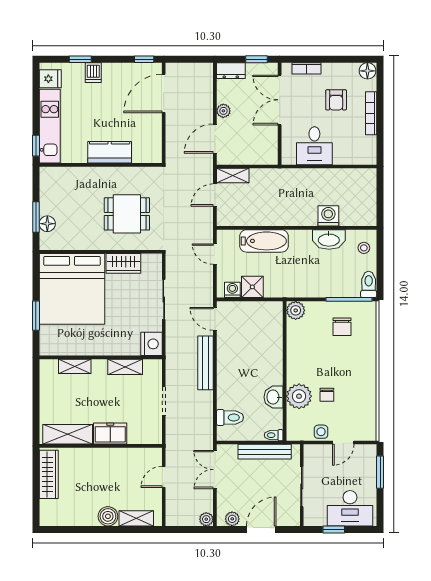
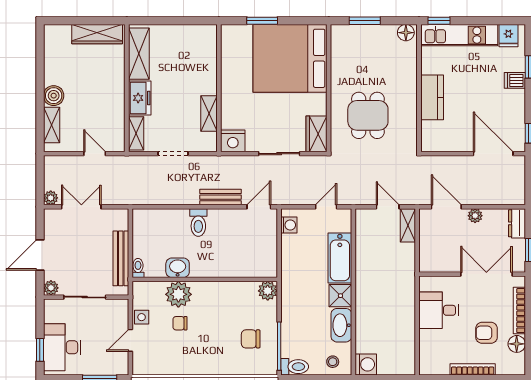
bookcase: (307, 68) -> (519, 311), width x1.56
floor lamp: (367, 71) -> (517, 344), moved
washing machine: (328, 216) -> (366, 364), moved
floor lamp: (47, 224) -> (406, 33), moved
wardrobe: (123, 263) -> (316, 134), moved
shower: (252, 287) -> (340, 296), moved
bench: (206, 363) -> (221, 197), width x0.73
shelving: (75, 366) -> (136, 133), moved
toilet: (230, 417) -> (198, 222), moved
door: (343, 443) -> (130, 340), hinge flipped
double door: (215, 470) -> (81, 207), moved
plant: (232, 519) -> (51, 288), moved
door: (261, 529) -> (40, 255), swing flipped
window: (334, 529) -> (40, 350), moved

